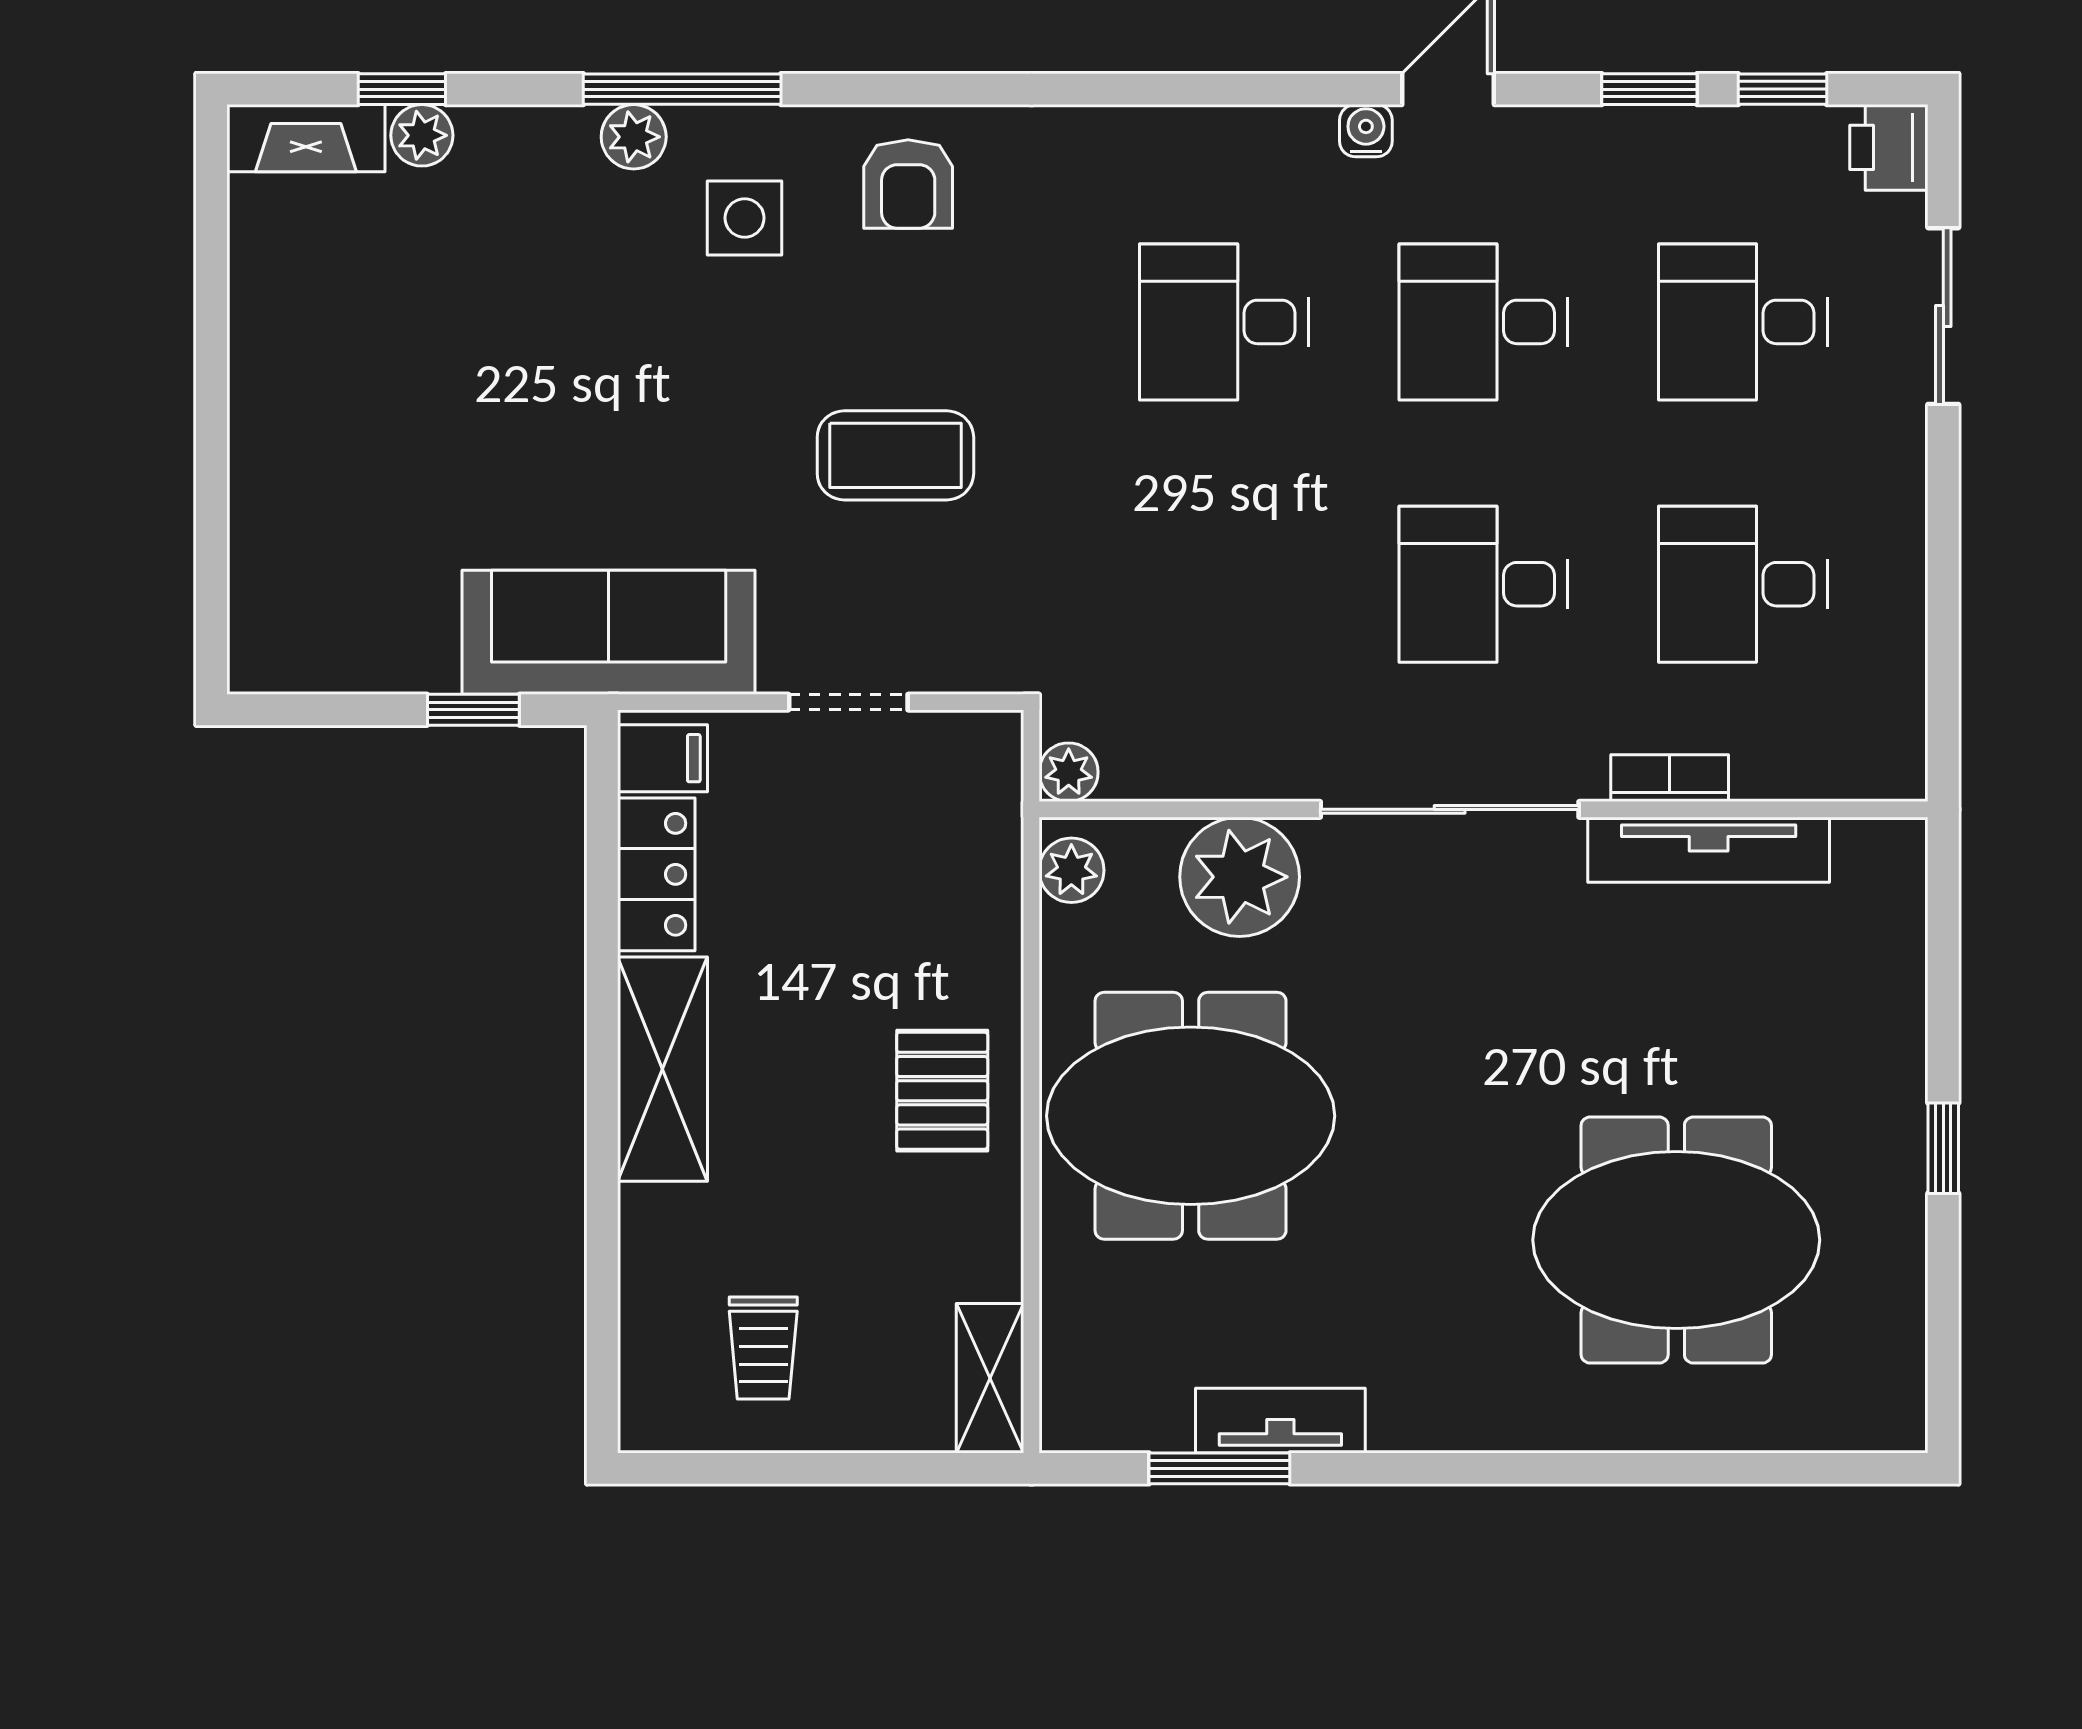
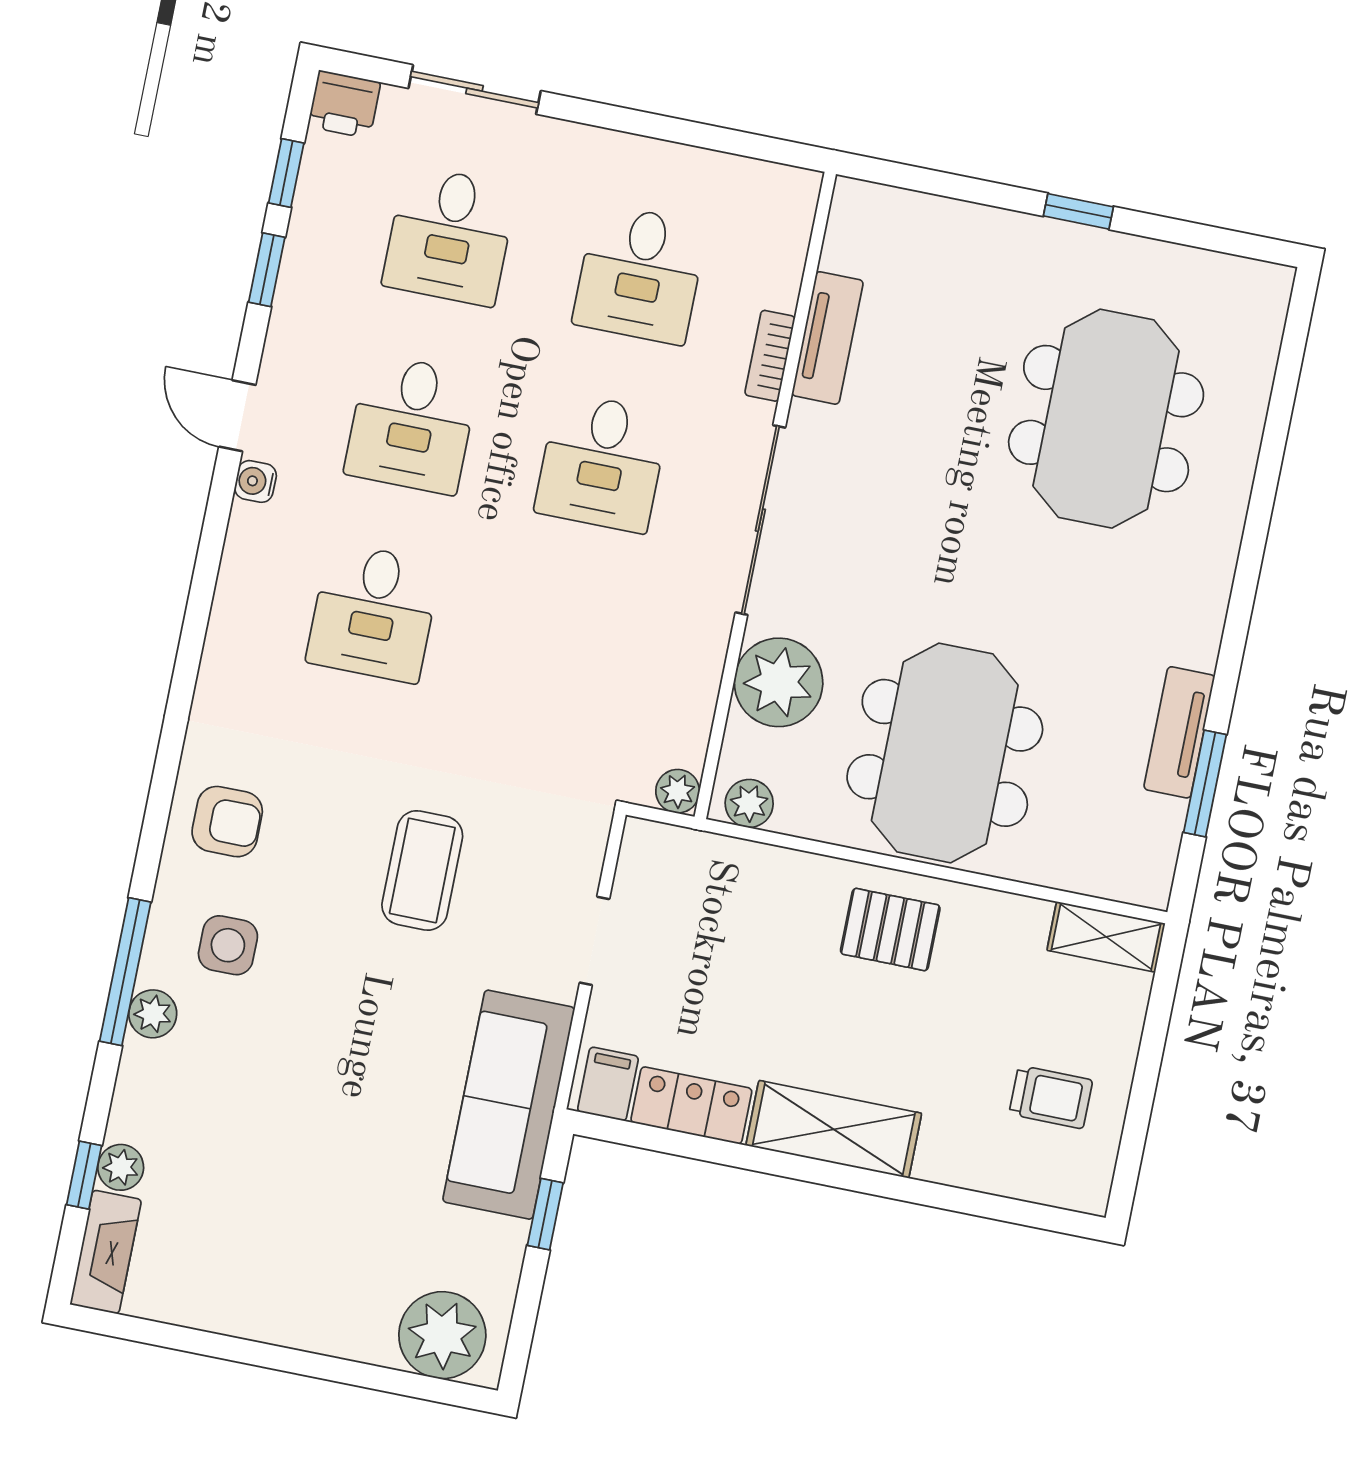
plant: (286, 606) -> (442, 1335), added
tv unit: (1709, 850) -> (828, 338), width x0.71

